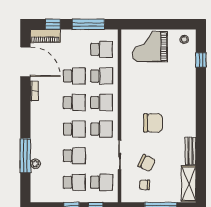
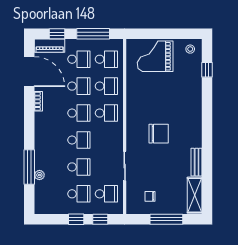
school desk: (102, 129) -> (79, 59), moved
chair: (147, 163) -> (152, 174), removed

